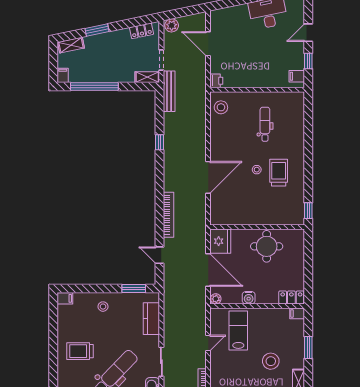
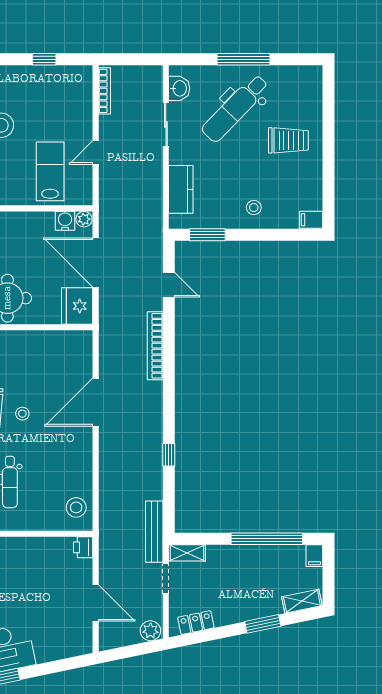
water cooler: (249, 298) -> (65, 221), moved
lab bench: (238, 331) -> (50, 171), turned 180

